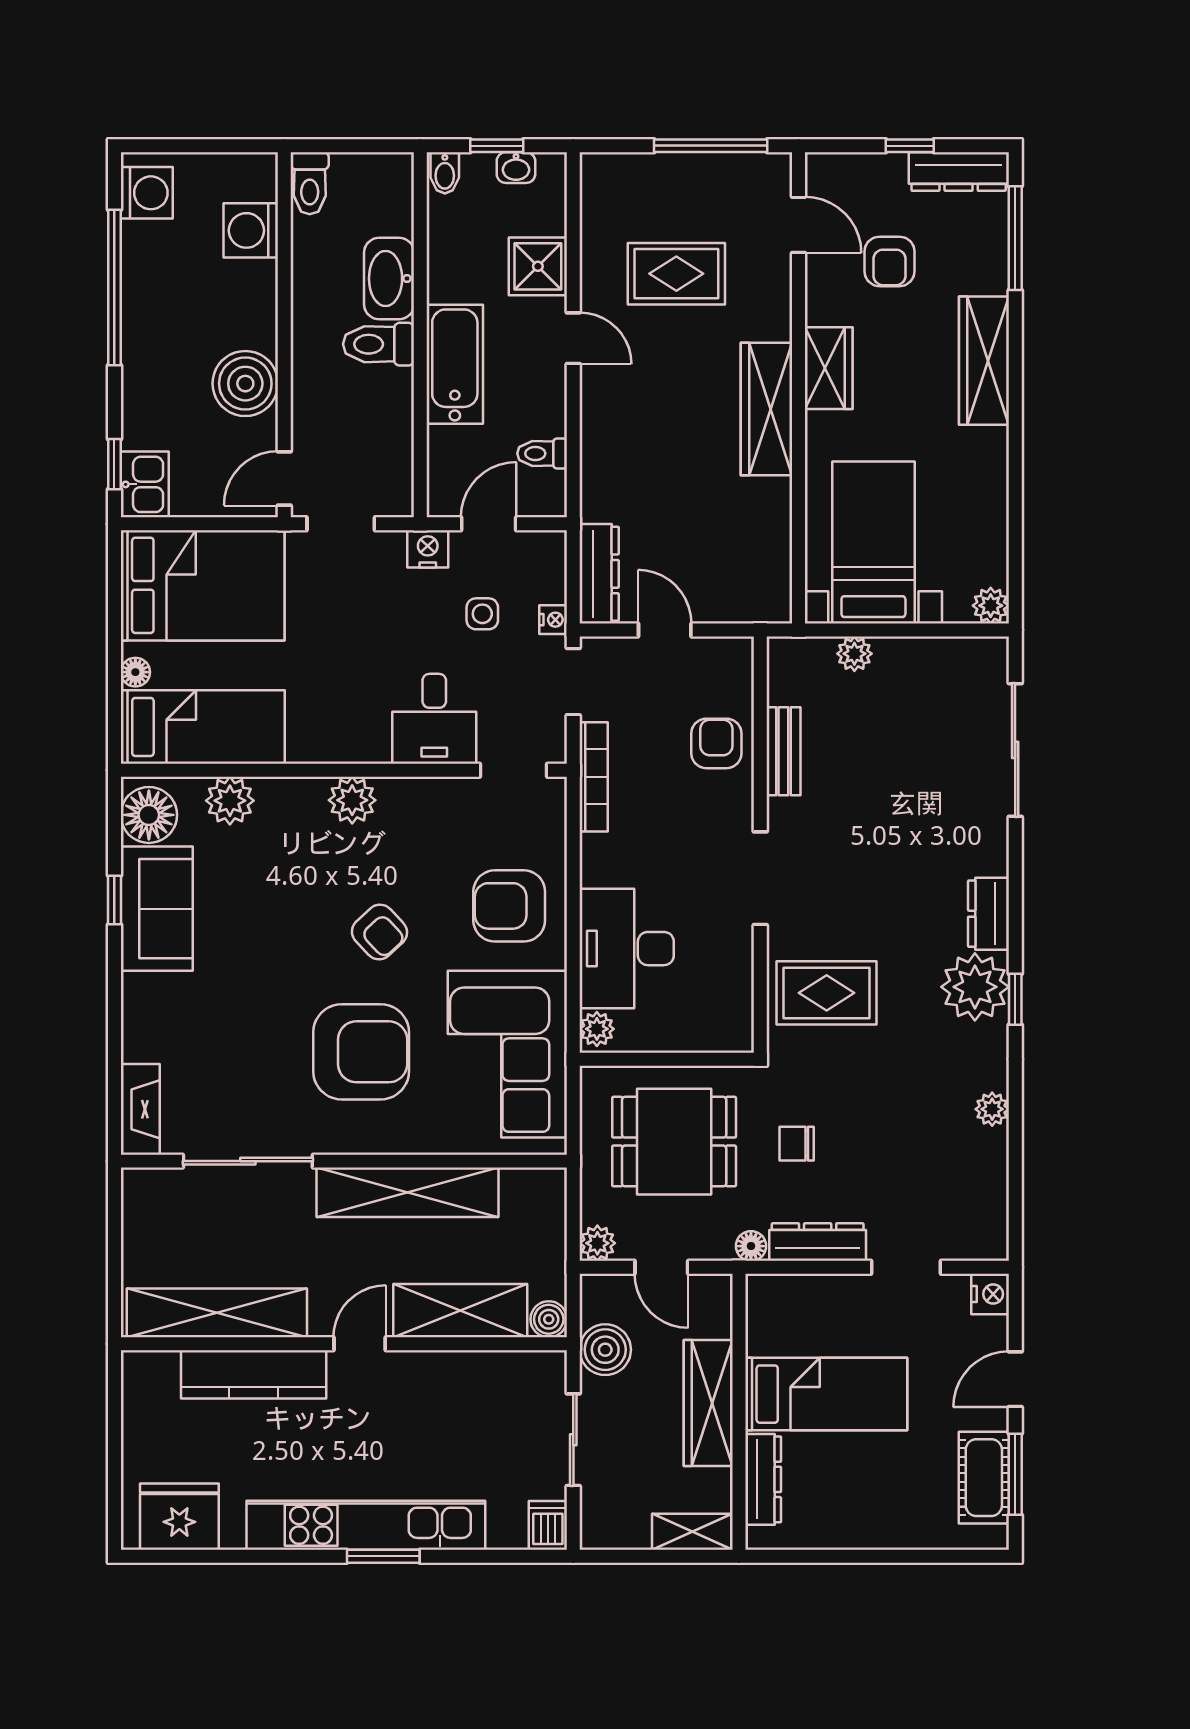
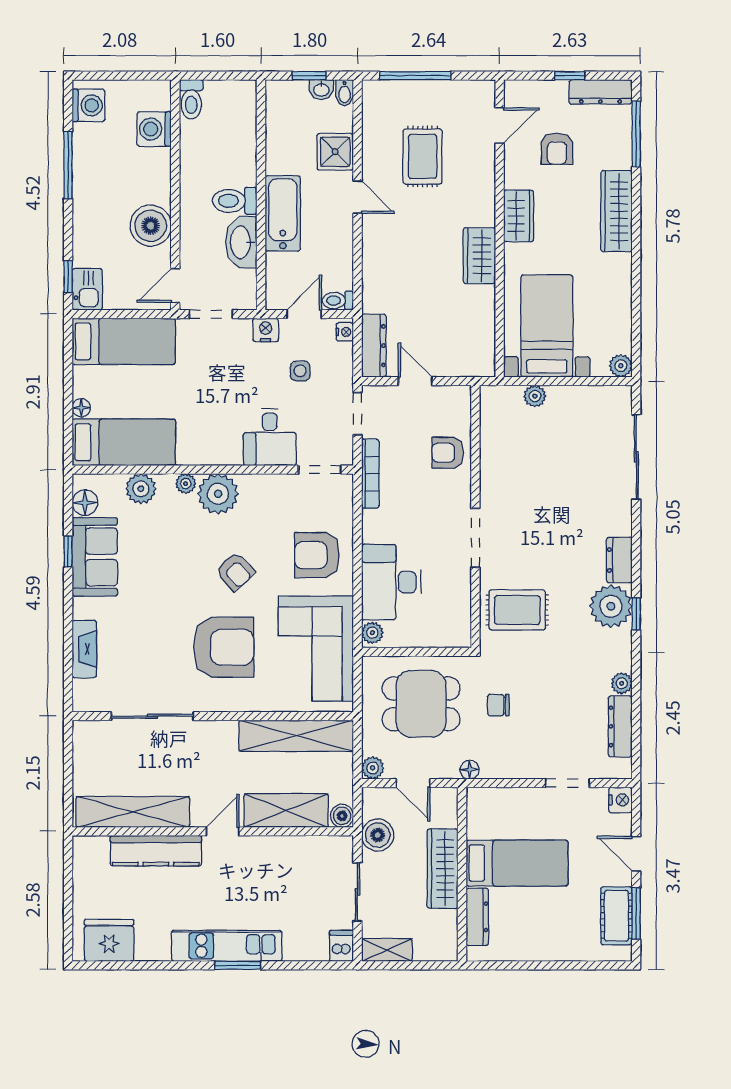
window: (711, 146) -> (415, 76), moved
bidet: (445, 173) -> (345, 93), moved
door: (798, 225) -> (500, 126), hinge flipped
rug: (676, 274) -> (422, 156), turned 90
washbasin: (389, 279) -> (241, 242), moved
window: (114, 287) -> (68, 165), width x0.68
wardrobe: (766, 409) -> (479, 256), width x0.67
toilet: (542, 453) -> (338, 301), moved
bed: (203, 585) -> (124, 341), width x0.67
nightstand: (553, 620) -> (345, 332), moved
armchair: (716, 743) -> (448, 453), turned -90
bench: (783, 751) -> (490, 458), removed
plant: (301, 792) -> (186, 484), added
plant: (352, 800) -> (218, 494), width x1.36, depth x1.36
floor lamp: (149, 815) -> (85, 503), width x0.73, depth x0.73
fireplace: (140, 1109) -> (84, 649), moved
shelving: (407, 1192) -> (296, 736), moved
dresser: (818, 1242) -> (620, 726), moved, turned -90
door: (1015, 1379) -> (636, 854), hinge flipped
kitchen unit: (366, 1525) -> (227, 946), width x0.73
shelving: (692, 1532) -> (387, 950), moved

